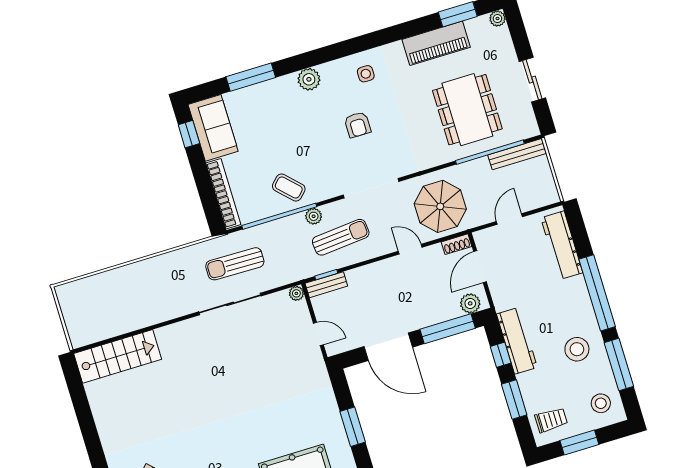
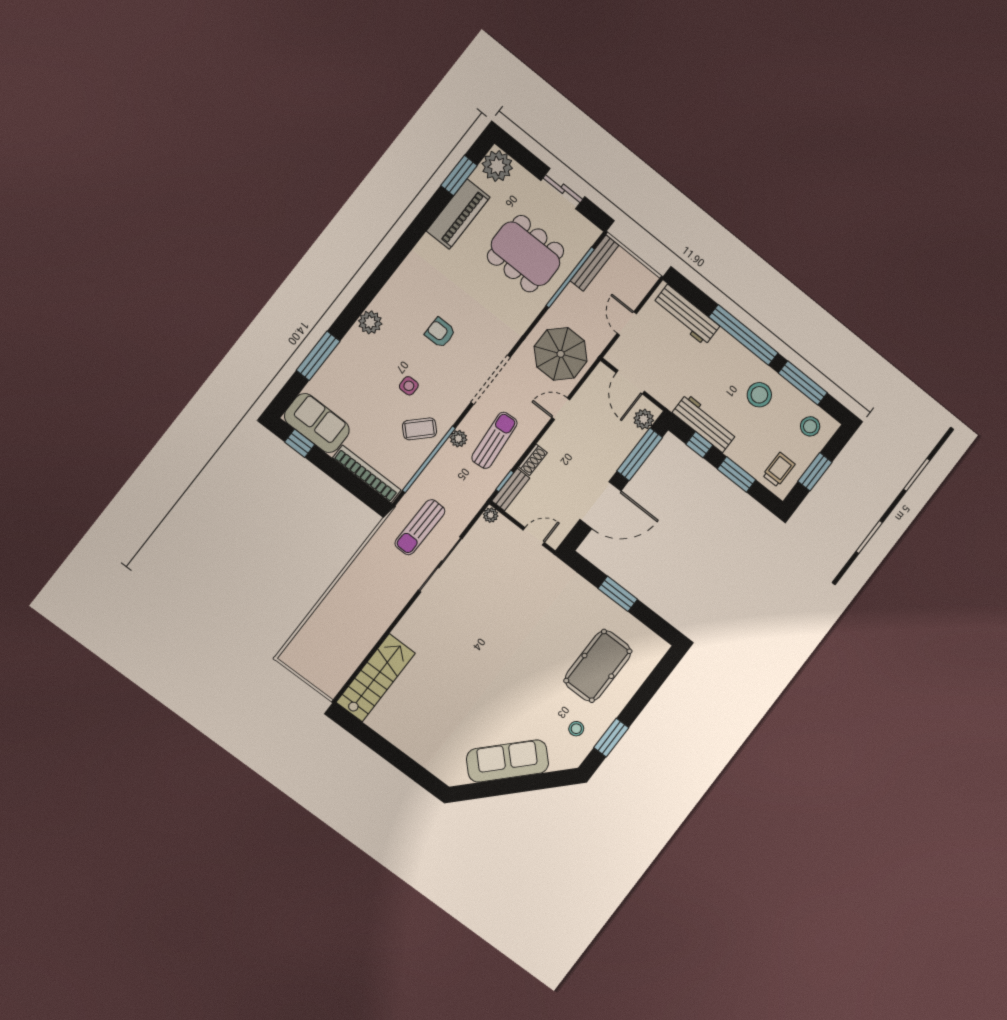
plant: (497, 19) -> (497, 166), width x1.87, depth x1.87
side table: (366, 74) -> (409, 386), moved
armchair: (357, 125) -> (440, 333), turned 180
shoe rack: (457, 244) -> (533, 460), moved

